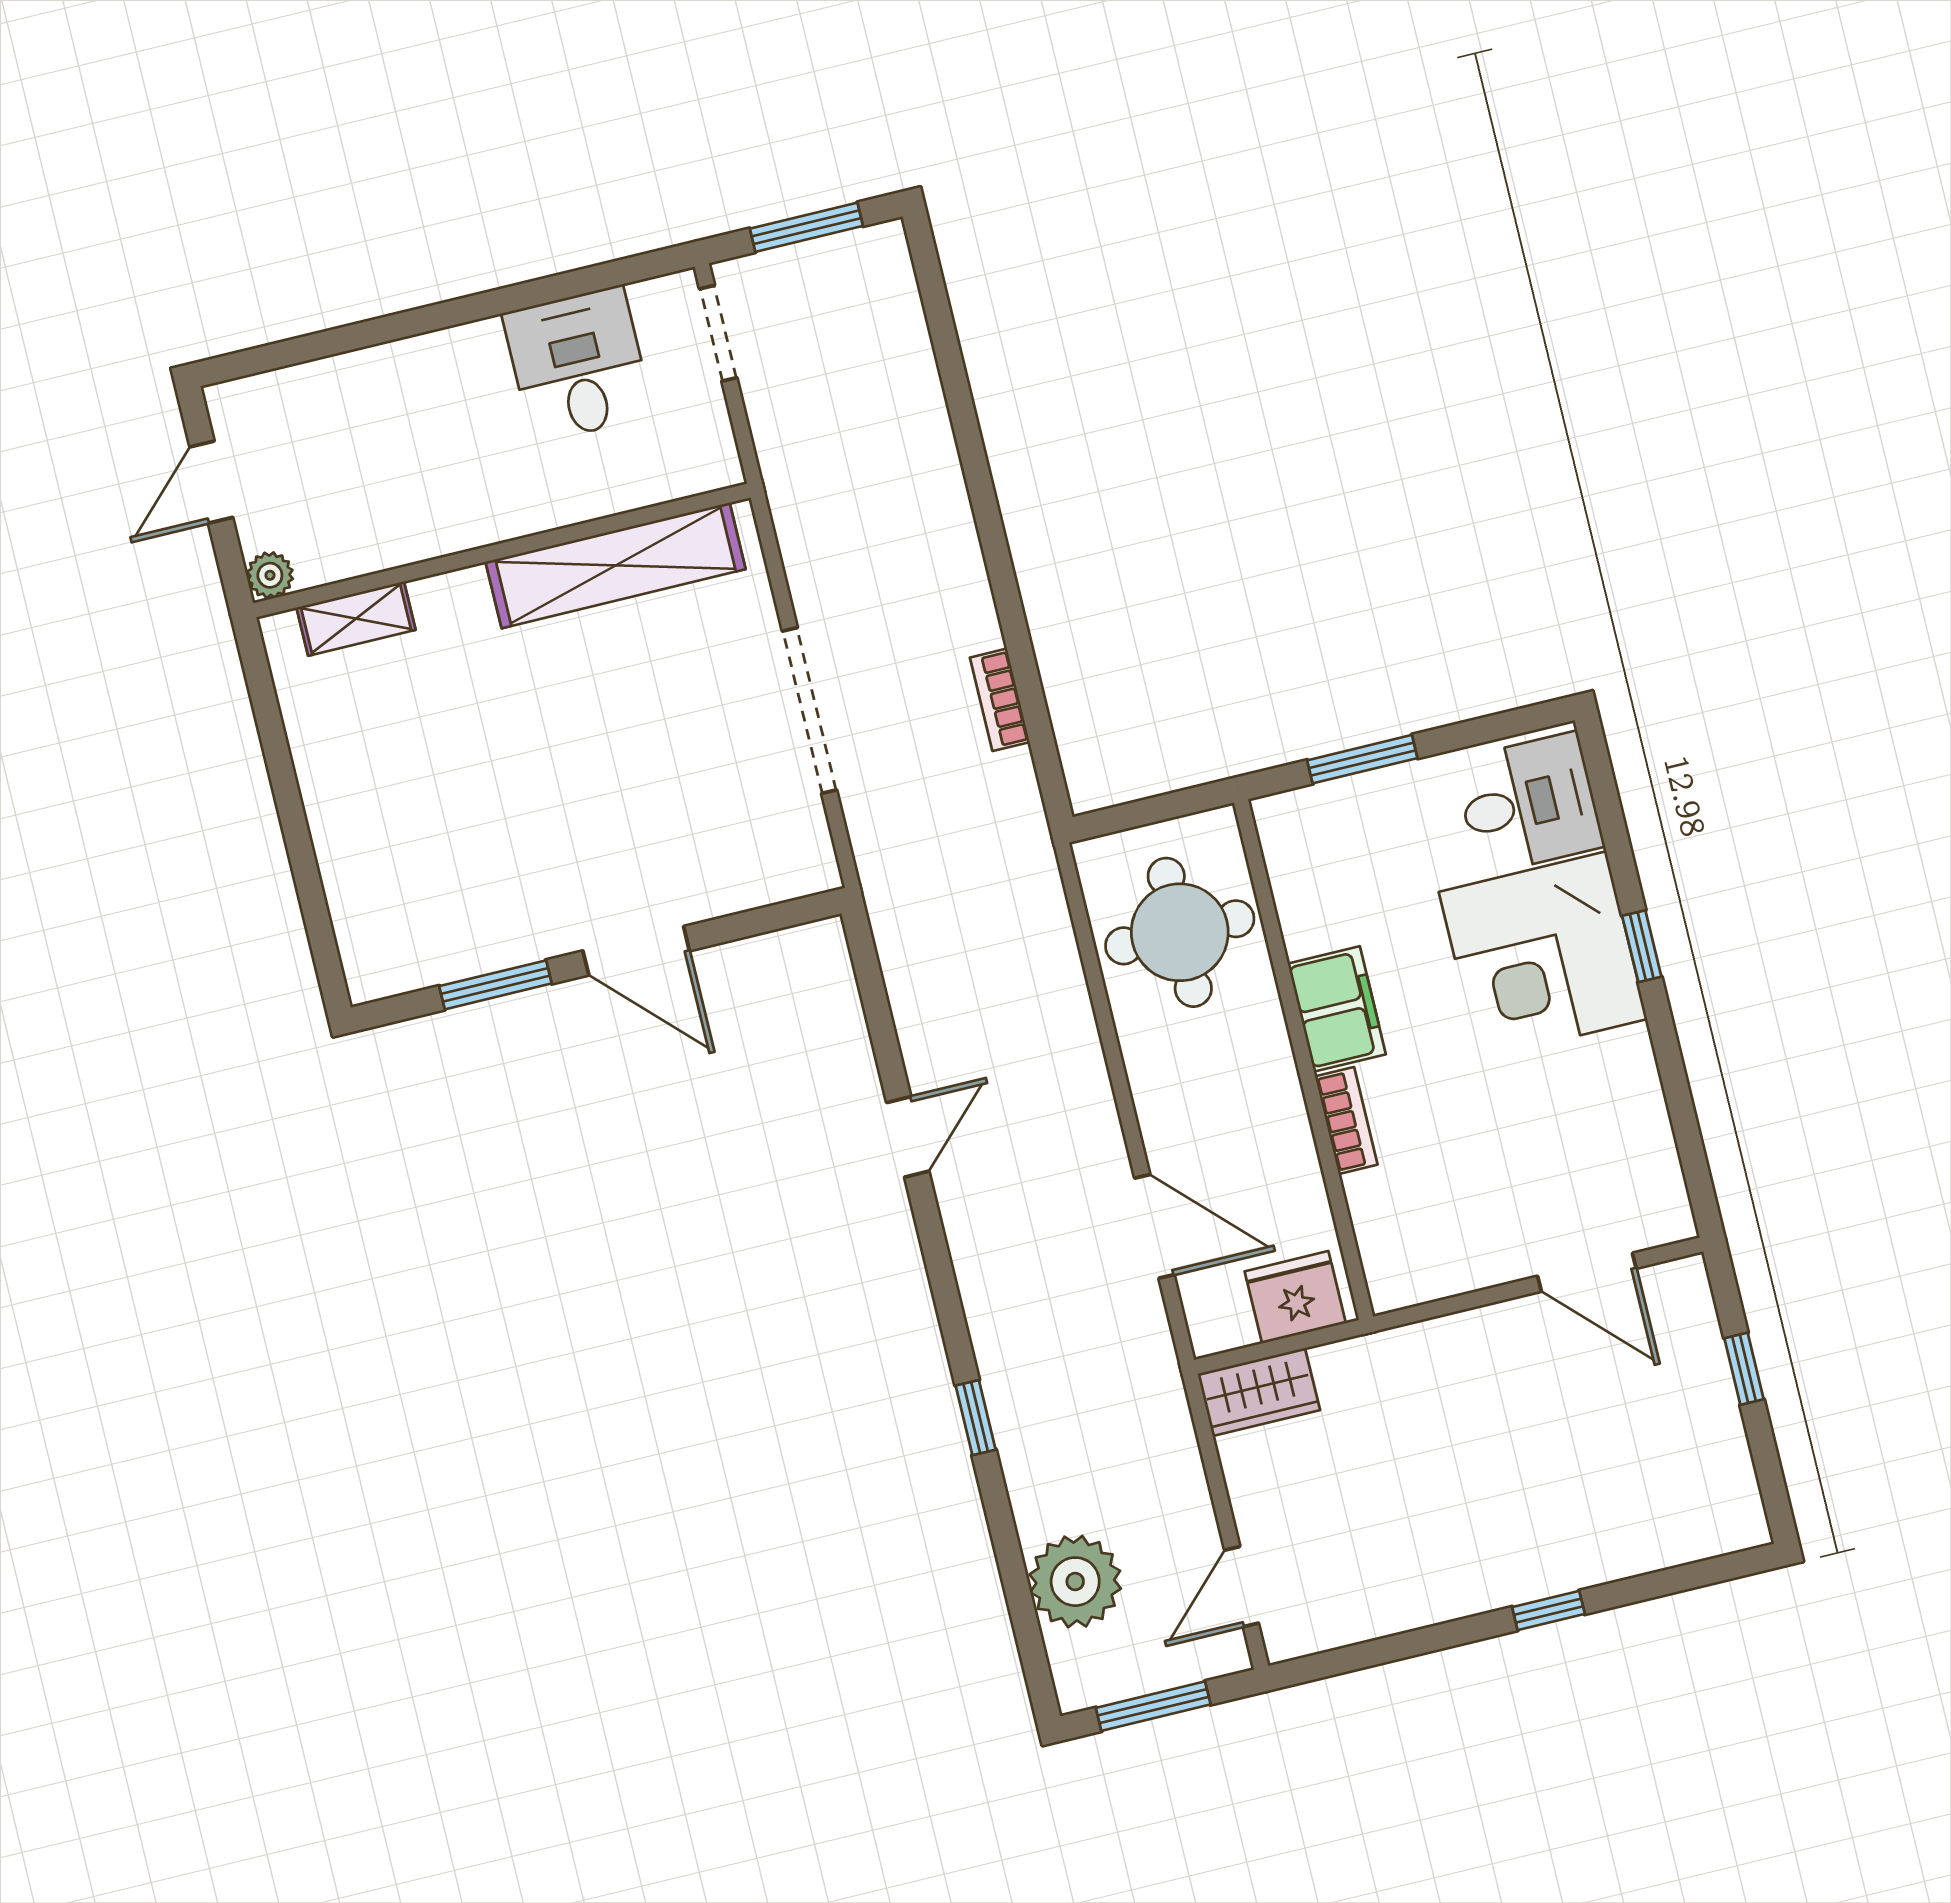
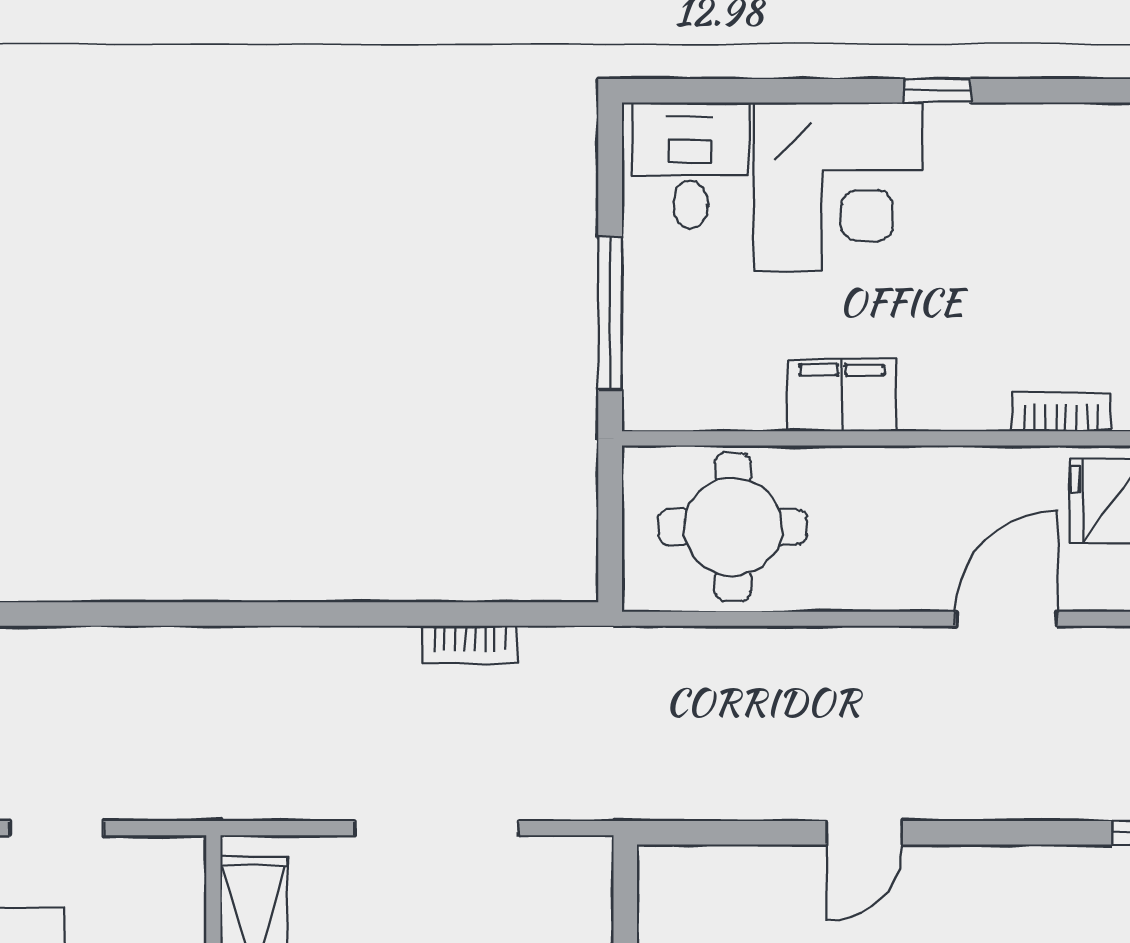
window: (1362, 759) -> (610, 313), width x1.44
window: (1642, 946) -> (937, 91), moved
bookcase: (1346, 1120) -> (1061, 412), moved
door: (908, 1137) -> (865, 833), swing flipped

